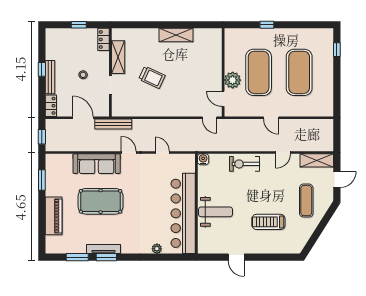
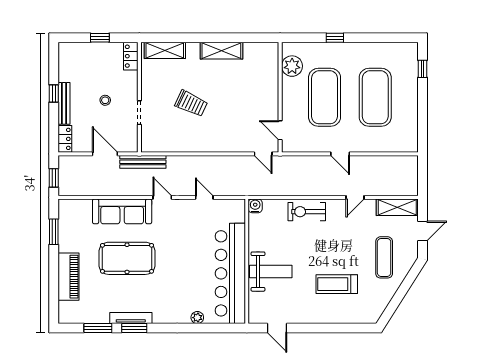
shelving: (118, 57) -> (165, 50), moved, turned 90
plant: (233, 80) -> (292, 66), moved
door: (236, 257) -> (277, 328), moved

